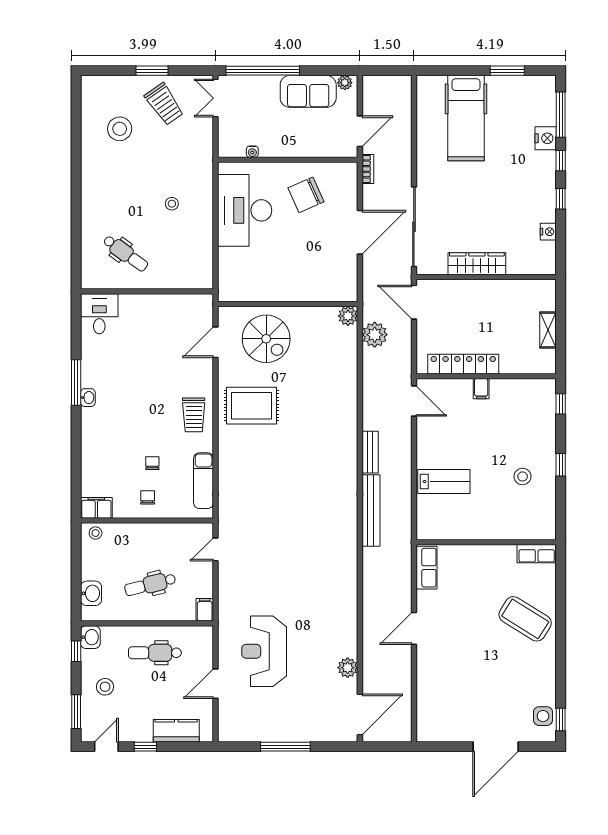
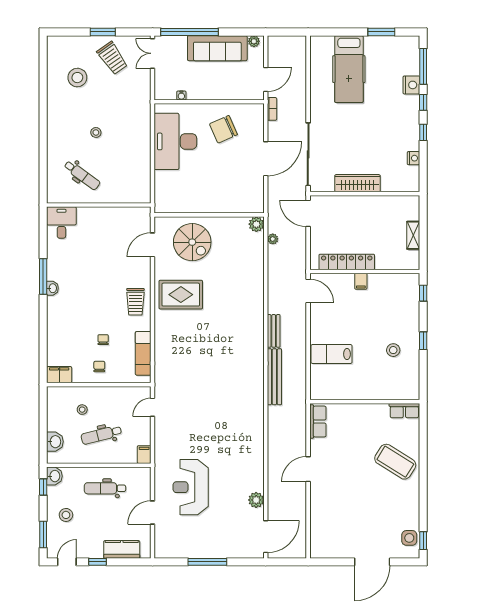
sofa: (308, 91) -> (217, 48), width x1.36
stool: (172, 204) -> (96, 132), moved
plant: (375, 335) -> (273, 239), width x0.53, depth x0.53
lab bench: (444, 481) -> (332, 354), turned 180
stool: (96, 533) -> (82, 410), moved

